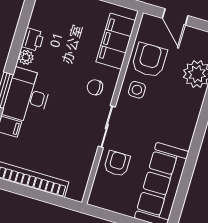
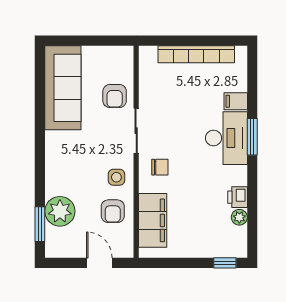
plant: (26, 57) -> (239, 217), moved
armchair: (149, 60) -> (113, 211), width x0.72, depth x0.72

